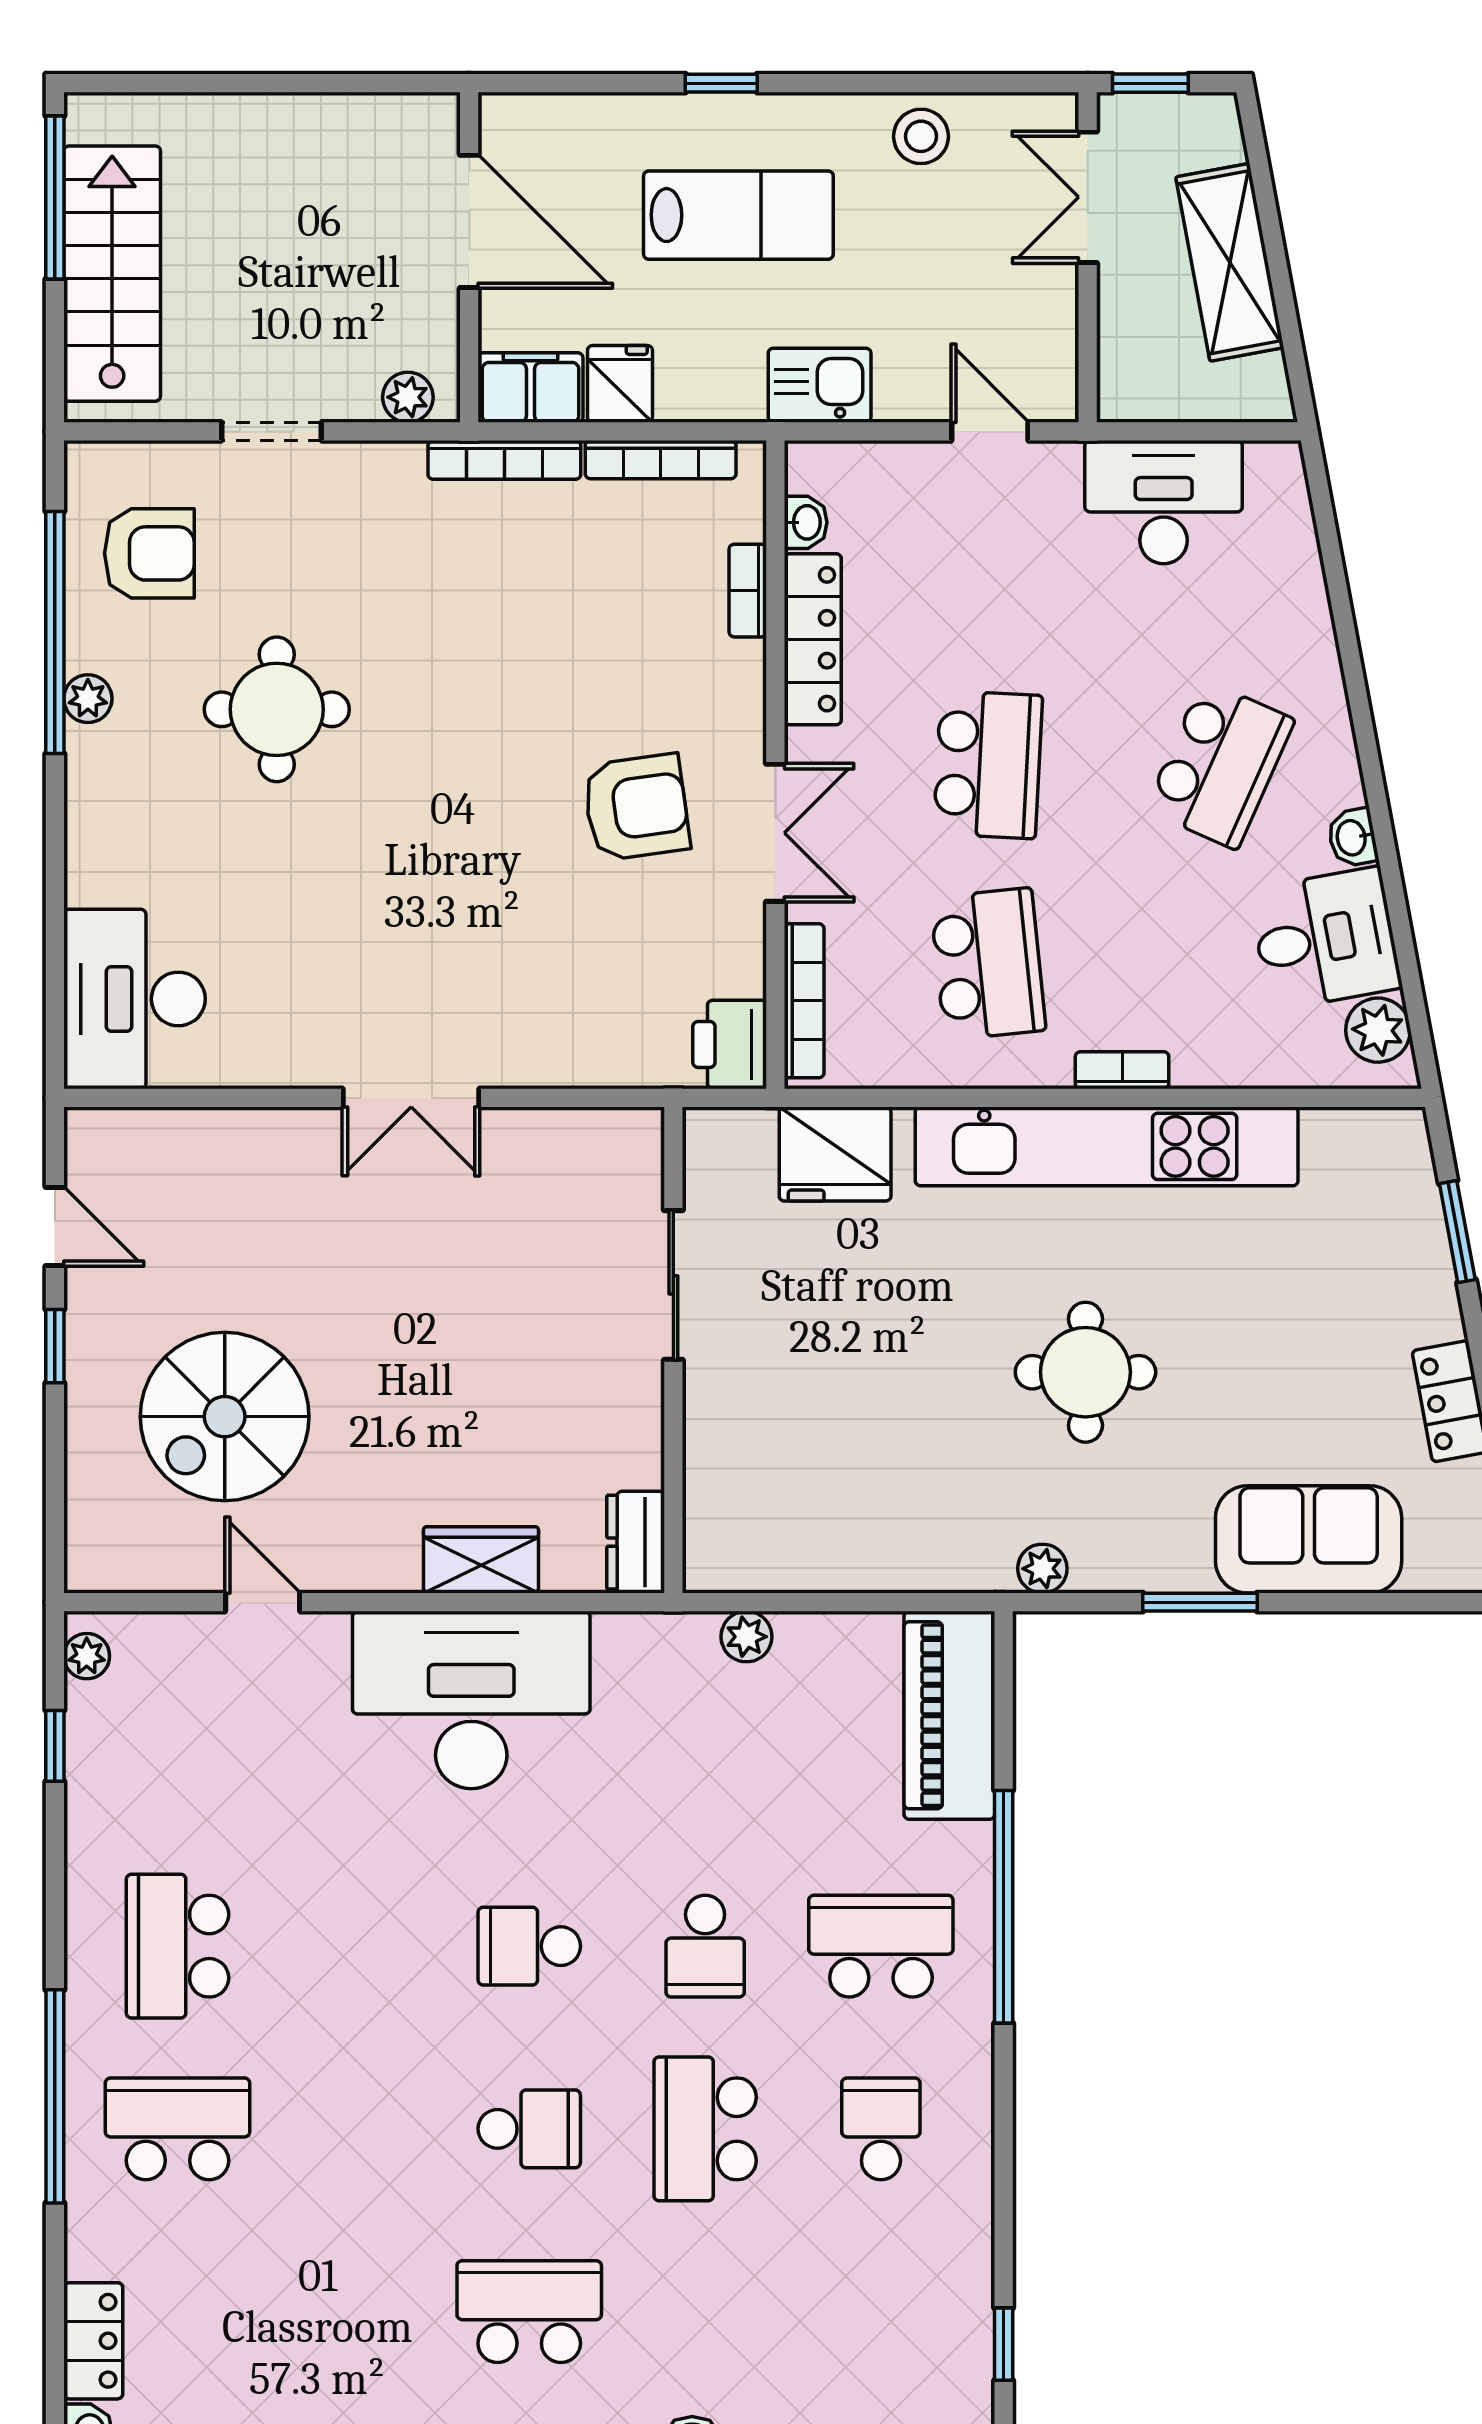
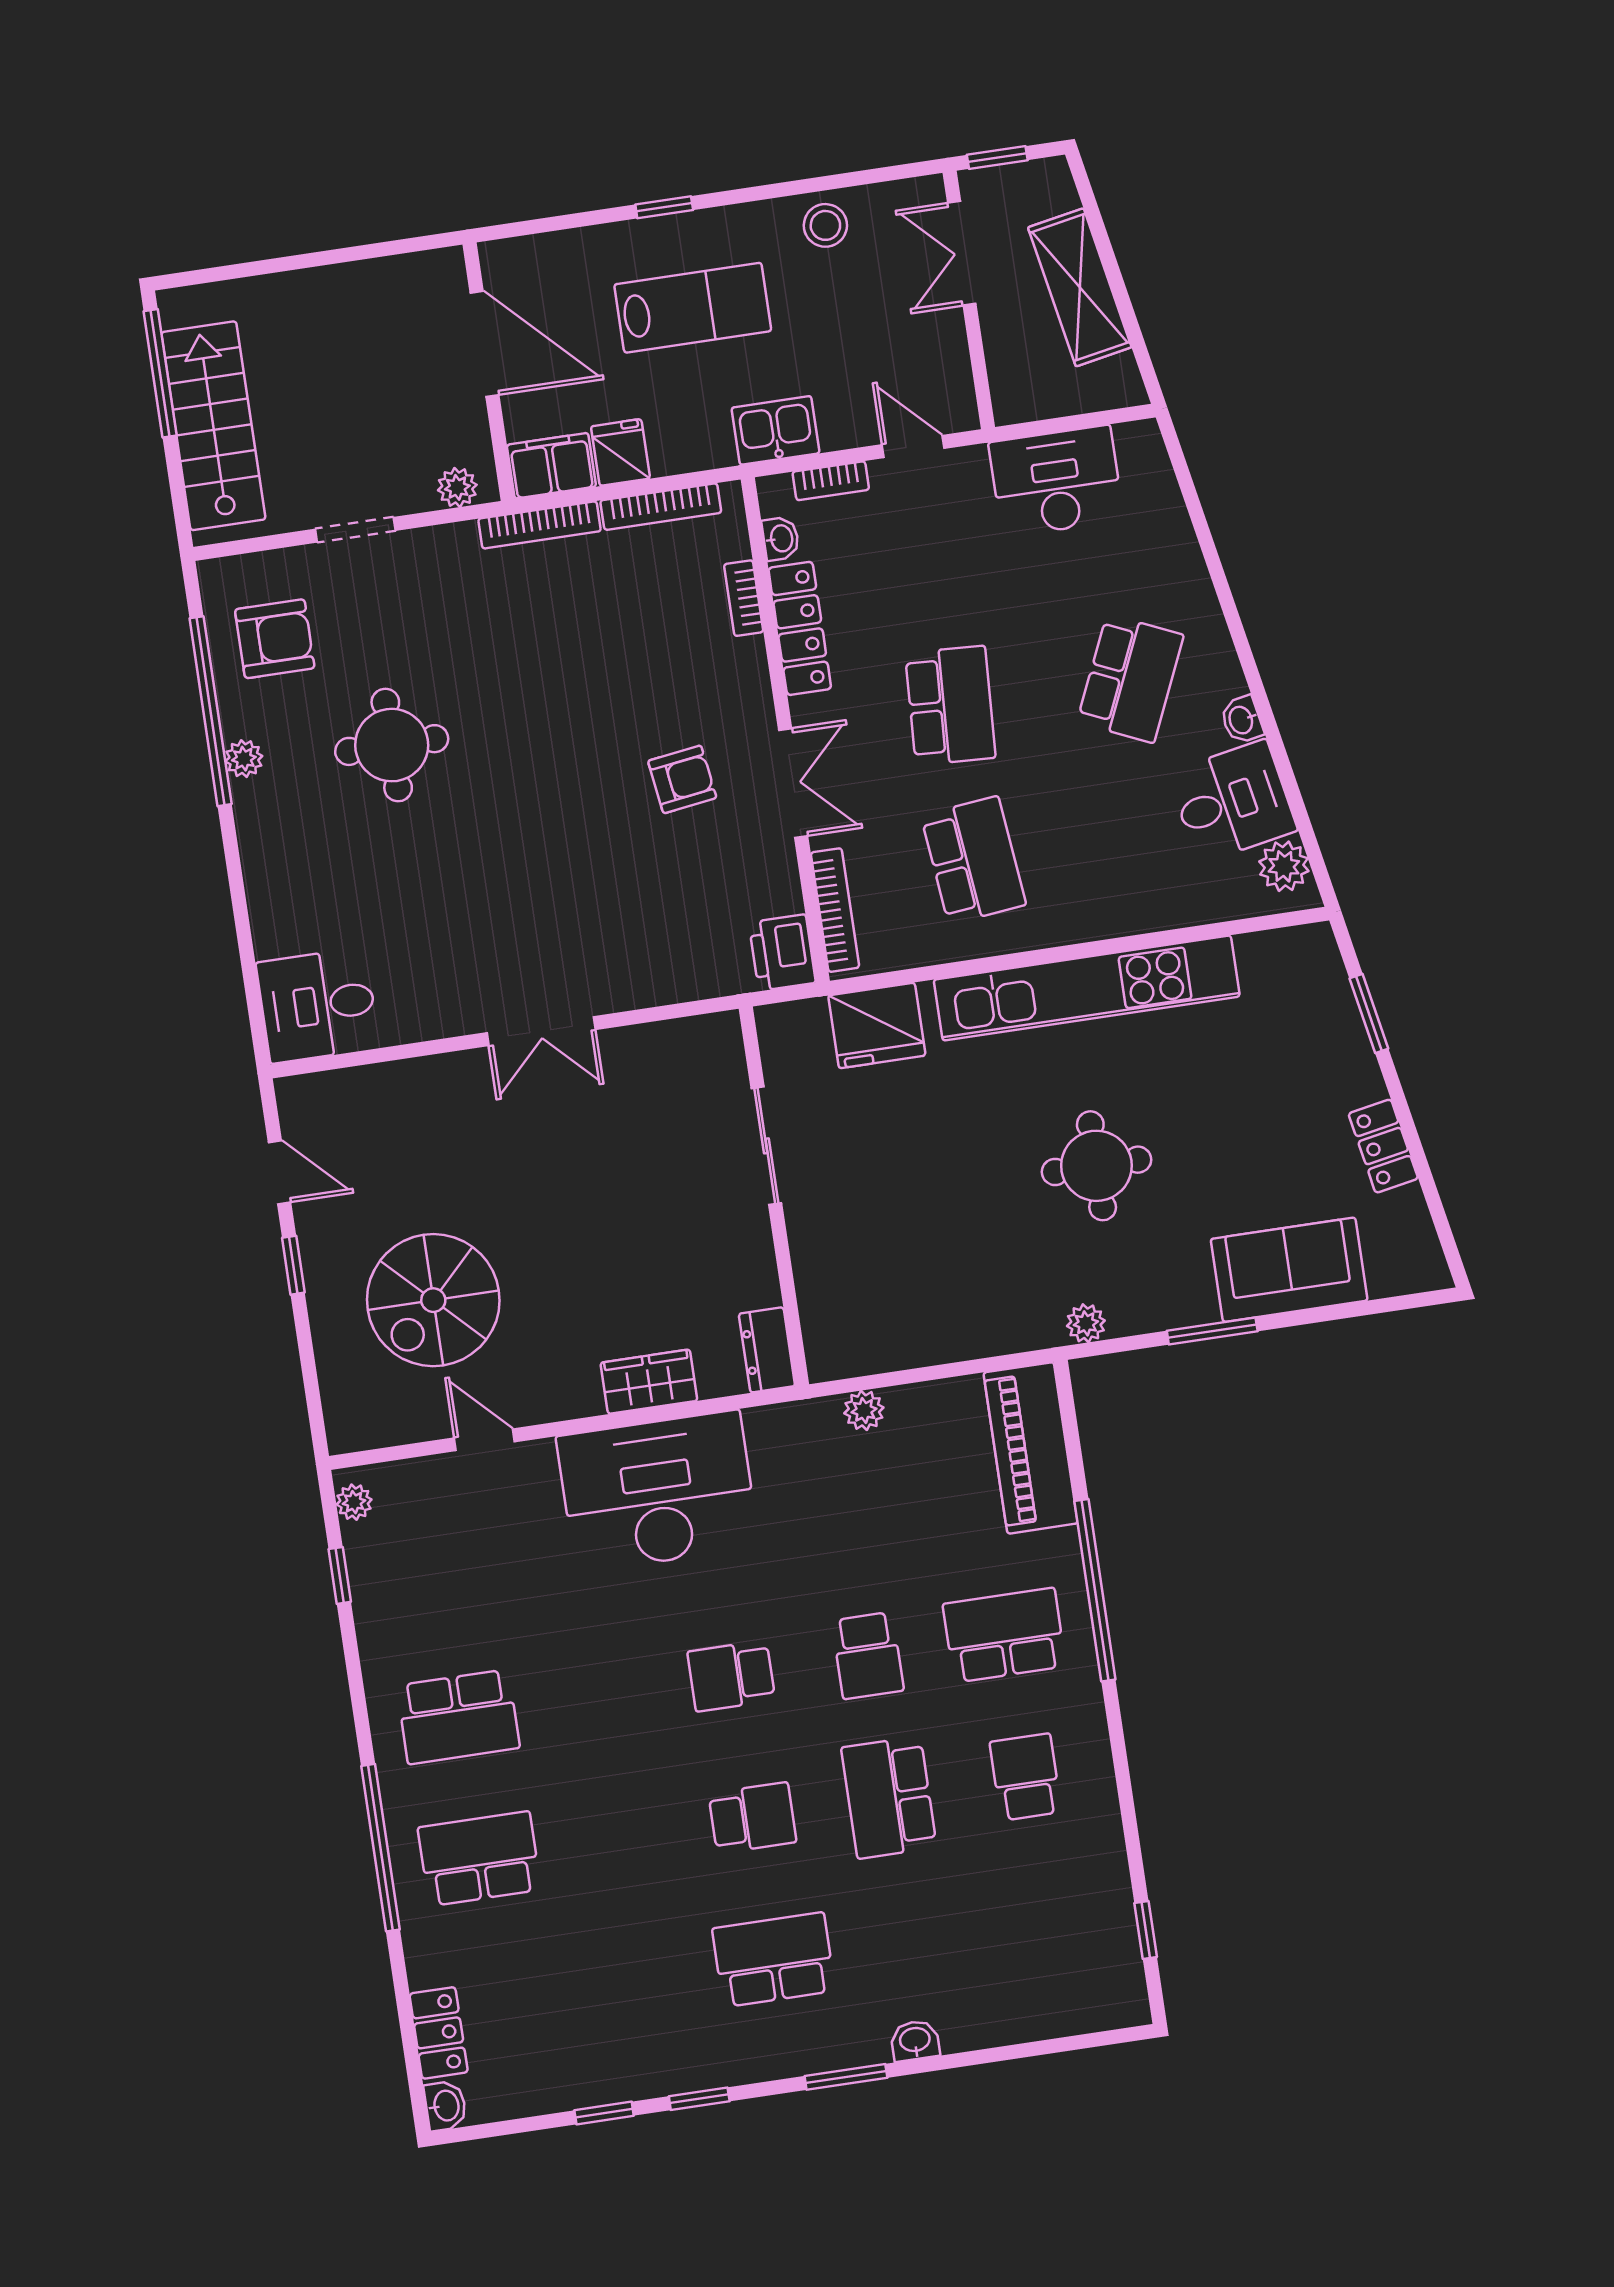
armchair: (636, 807) -> (682, 779), width x0.72, depth x0.72
desk: (135, 999) -> (318, 1005), width x0.73
bookcase: (1122, 1070) -> (831, 481), moved, turned 180
school desk: (178, 1946) -> (458, 1717), turned -90

